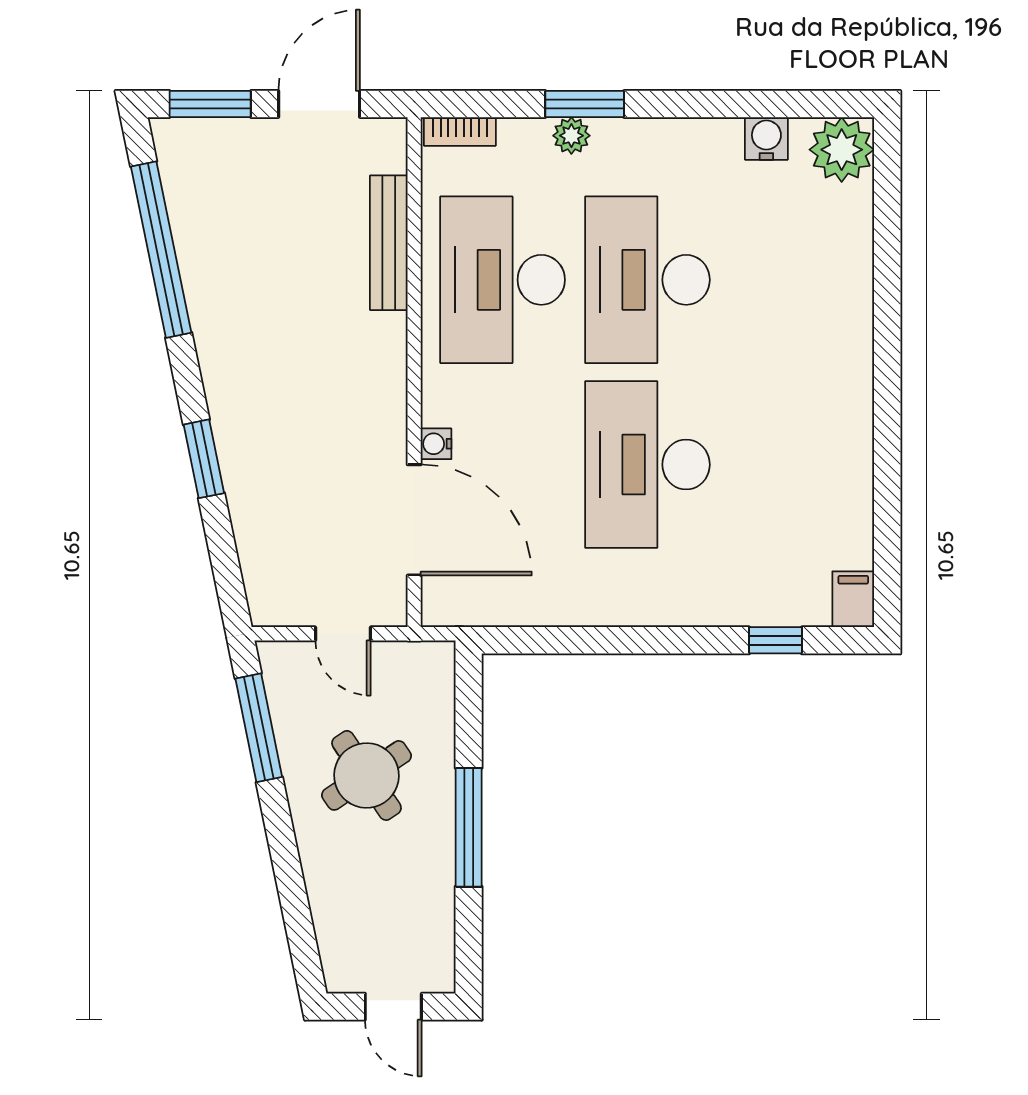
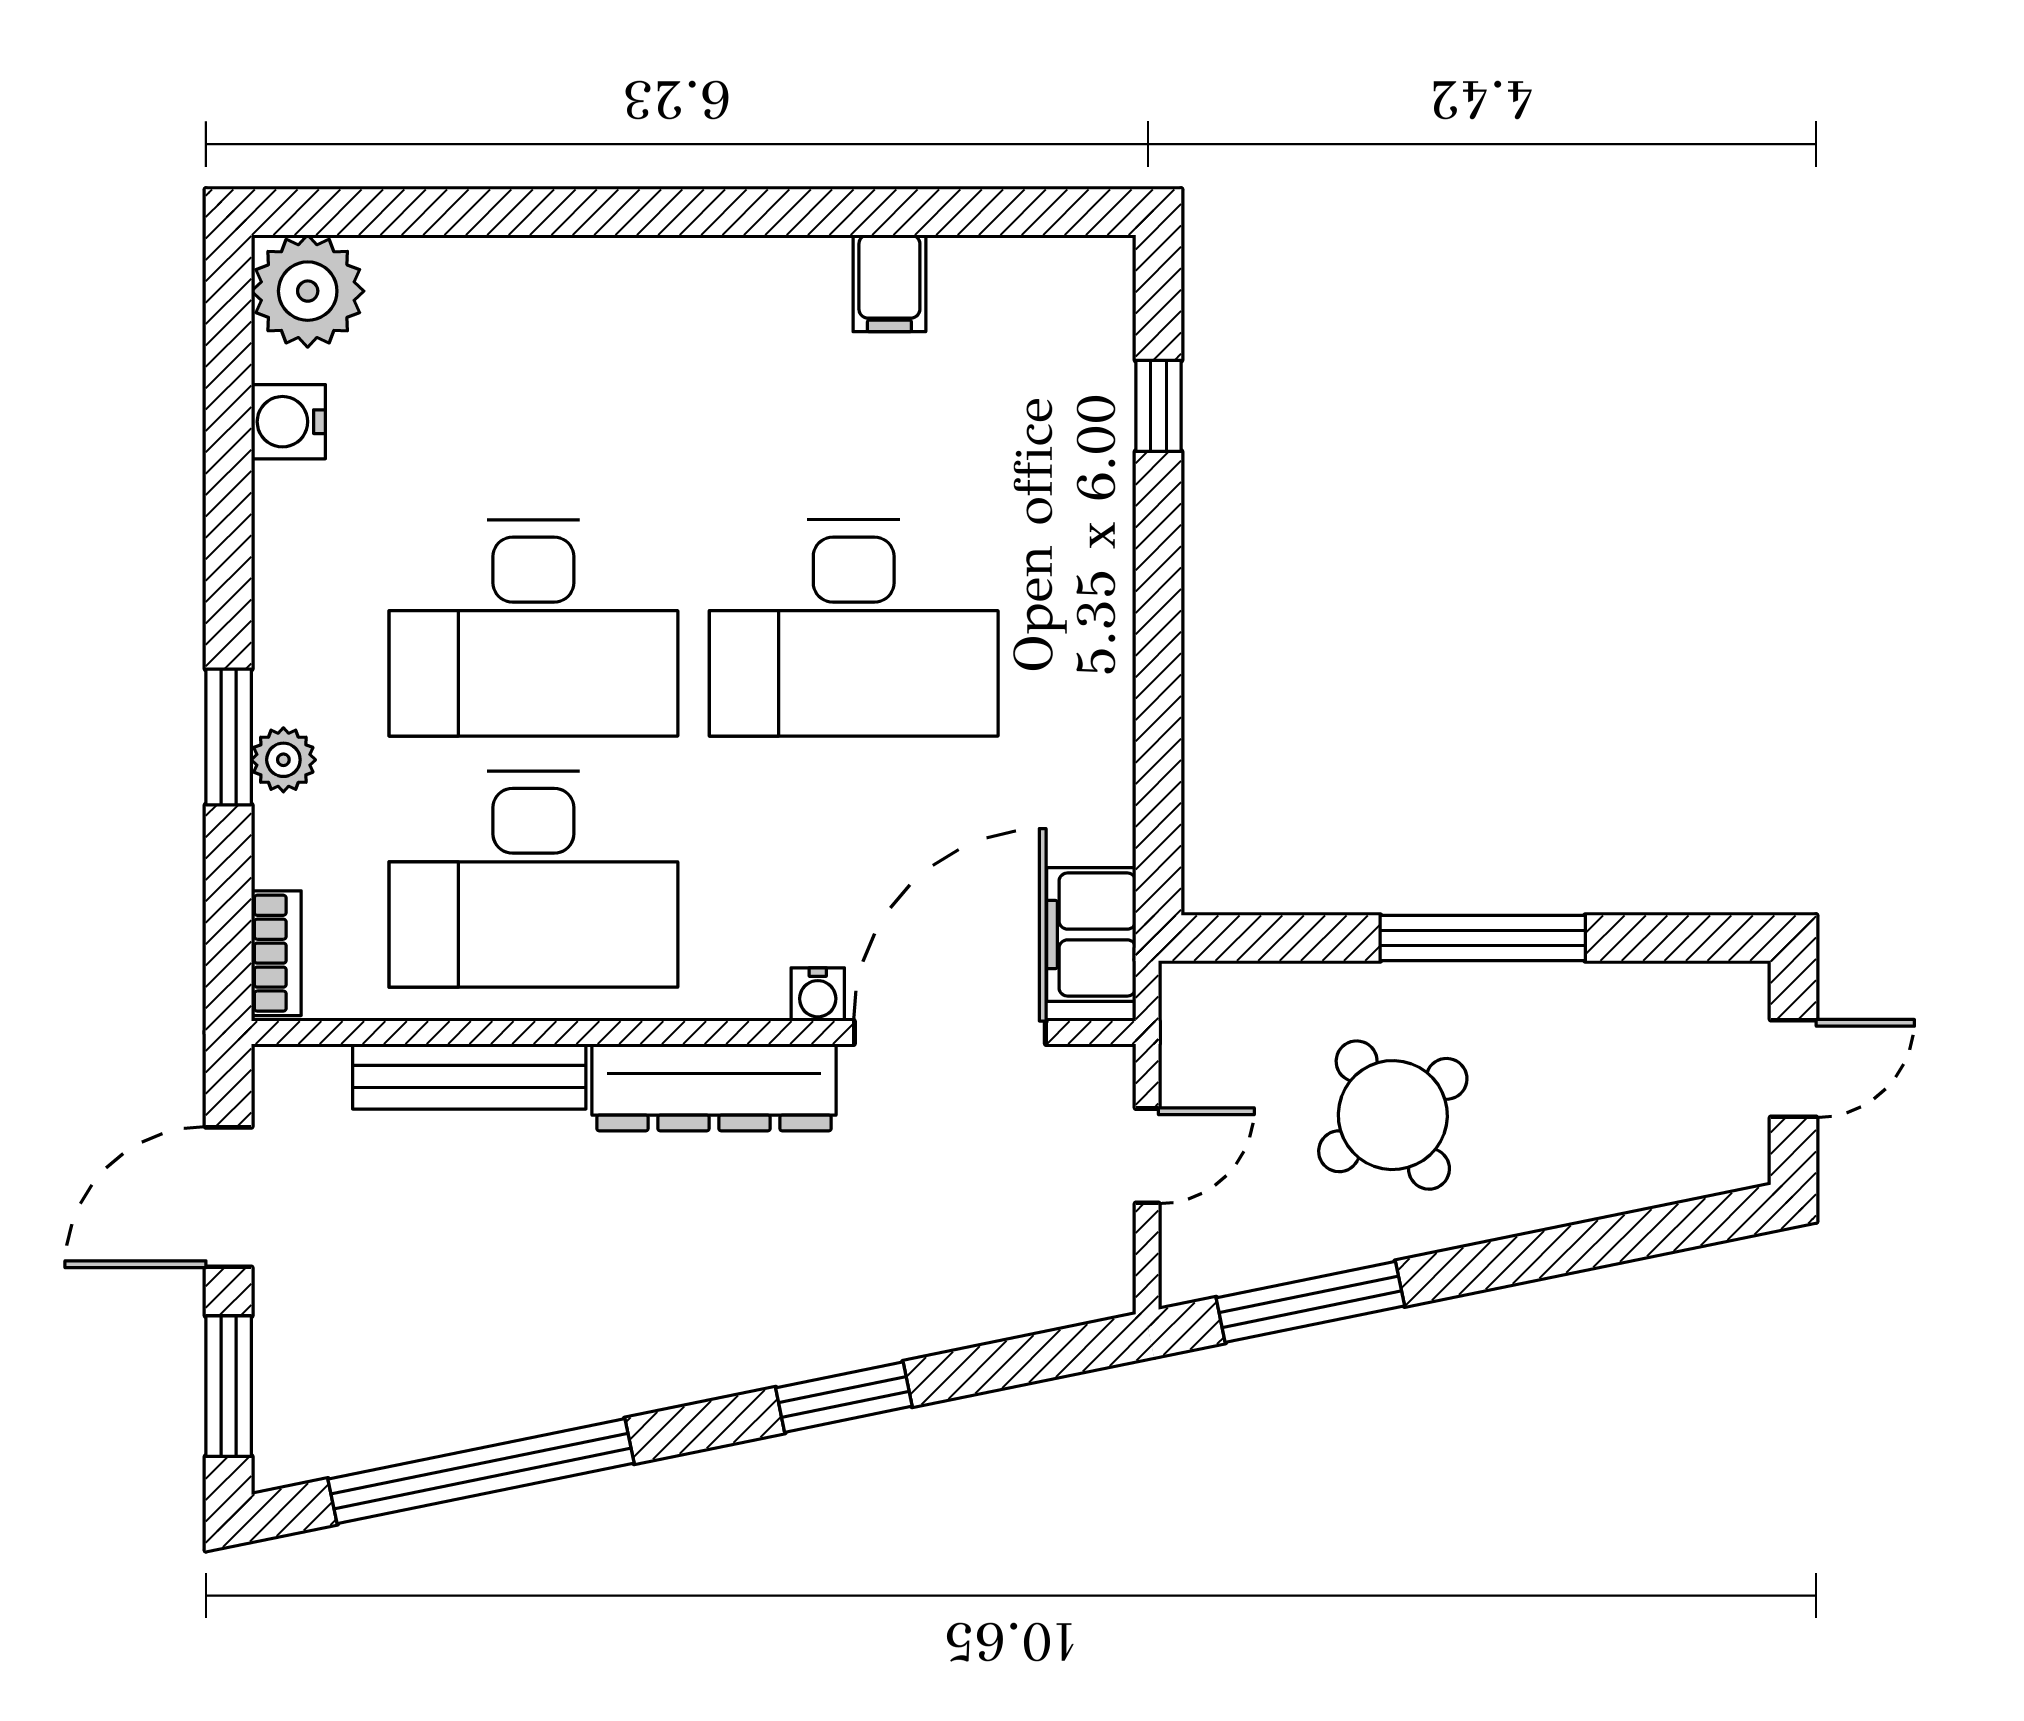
door: (319, 104) -> (229, 1197), hinge flipped
dresser: (382, 384) -> (714, 1087), added
filing cabinet: (853, 599) -> (889, 283), moved, turned -90
filing cabinet: (471, 601) -> (1091, 935), added

